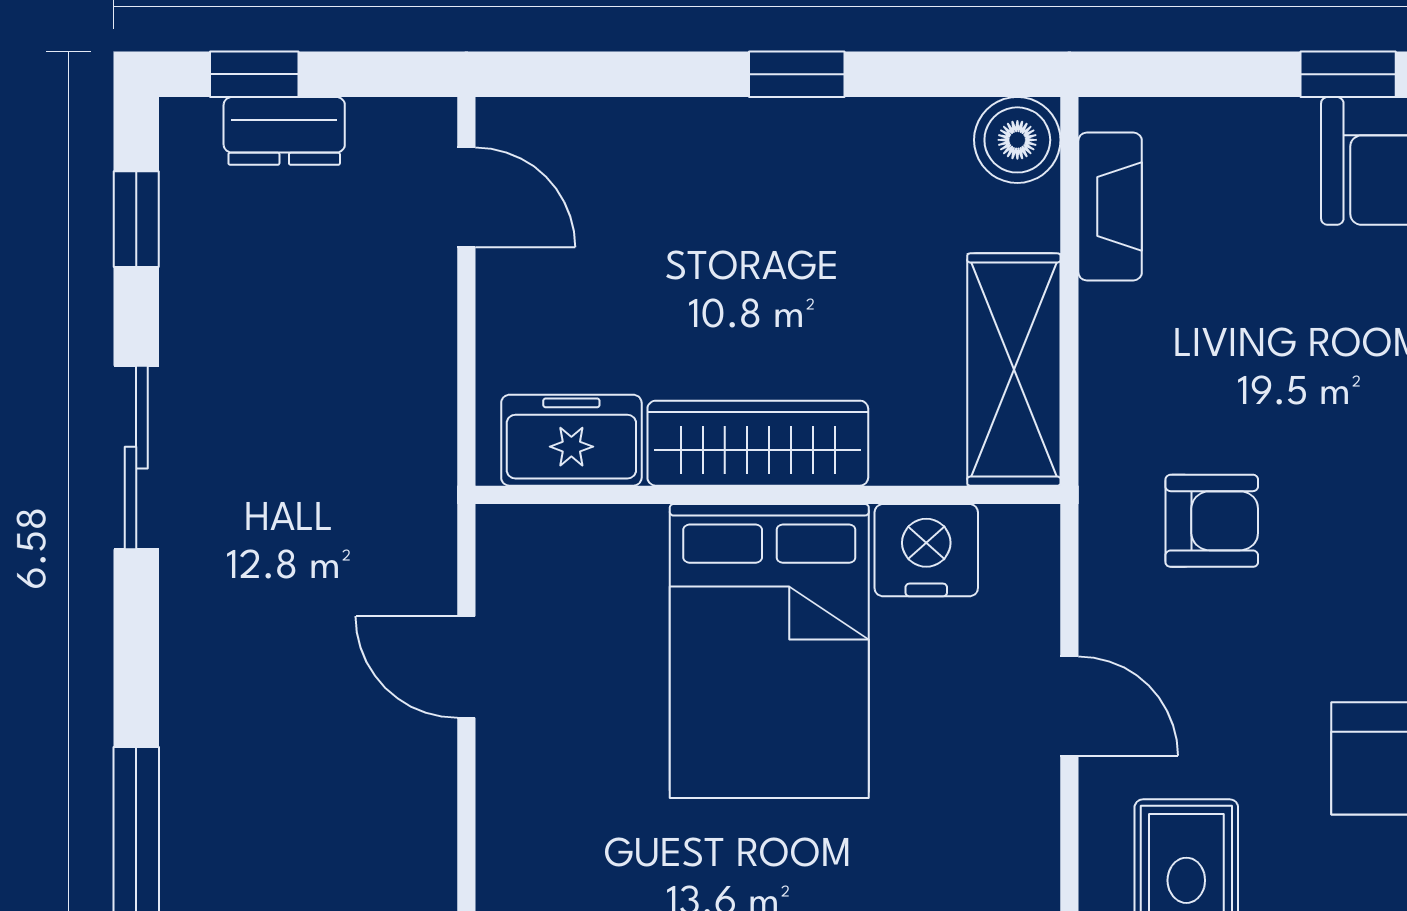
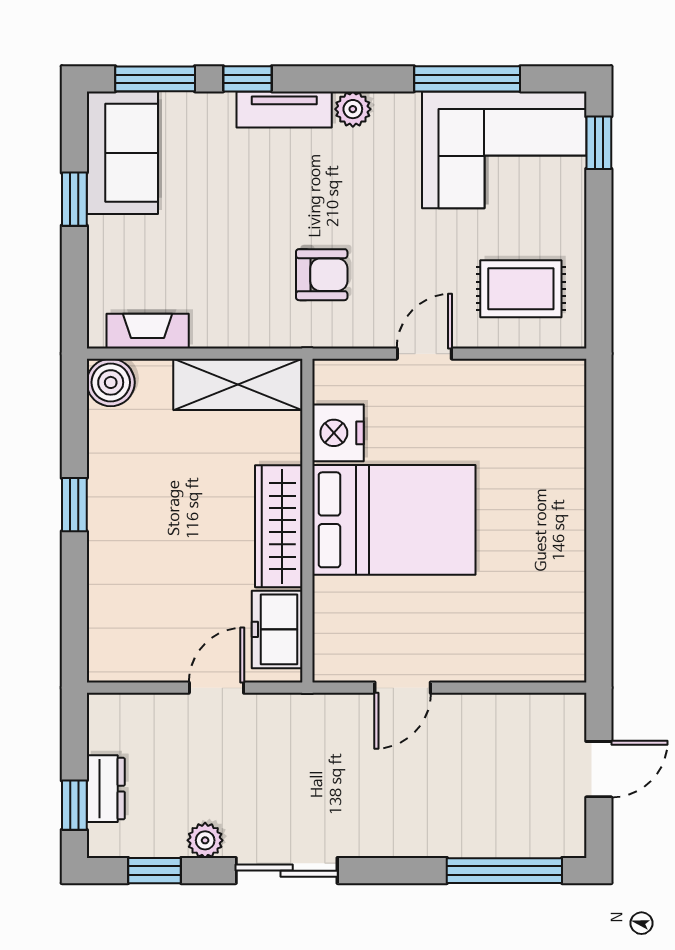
door: (466, 197) -> (216, 688), moved
plant: (191, 310) -> (205, 840), added
armchair: (1212, 521) -> (322, 275), turned 90

